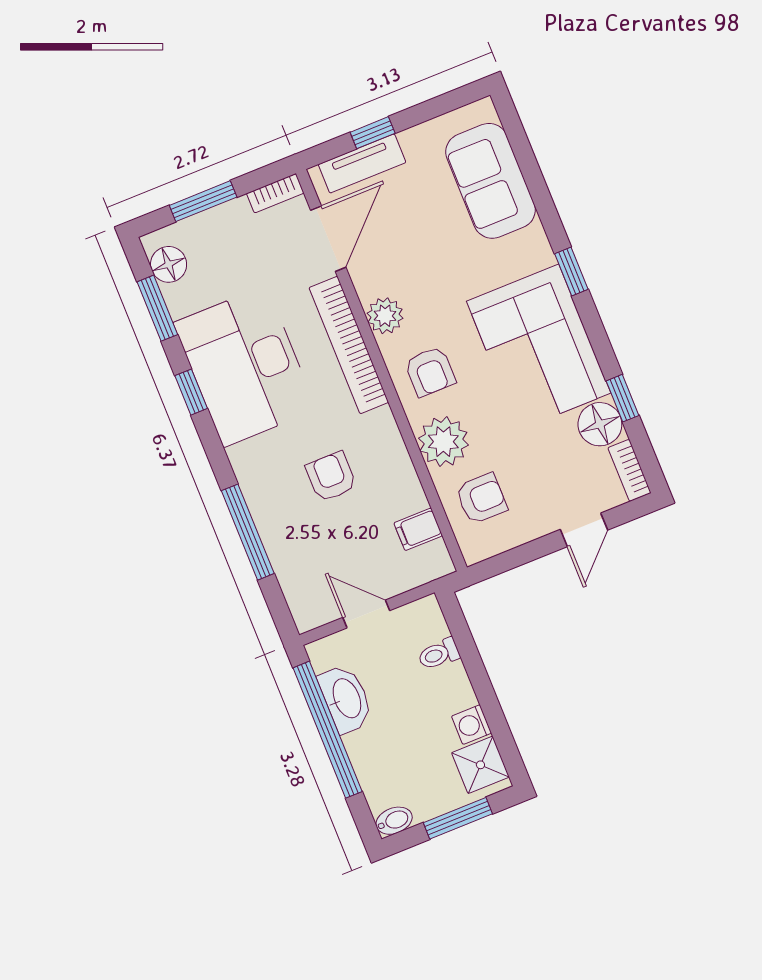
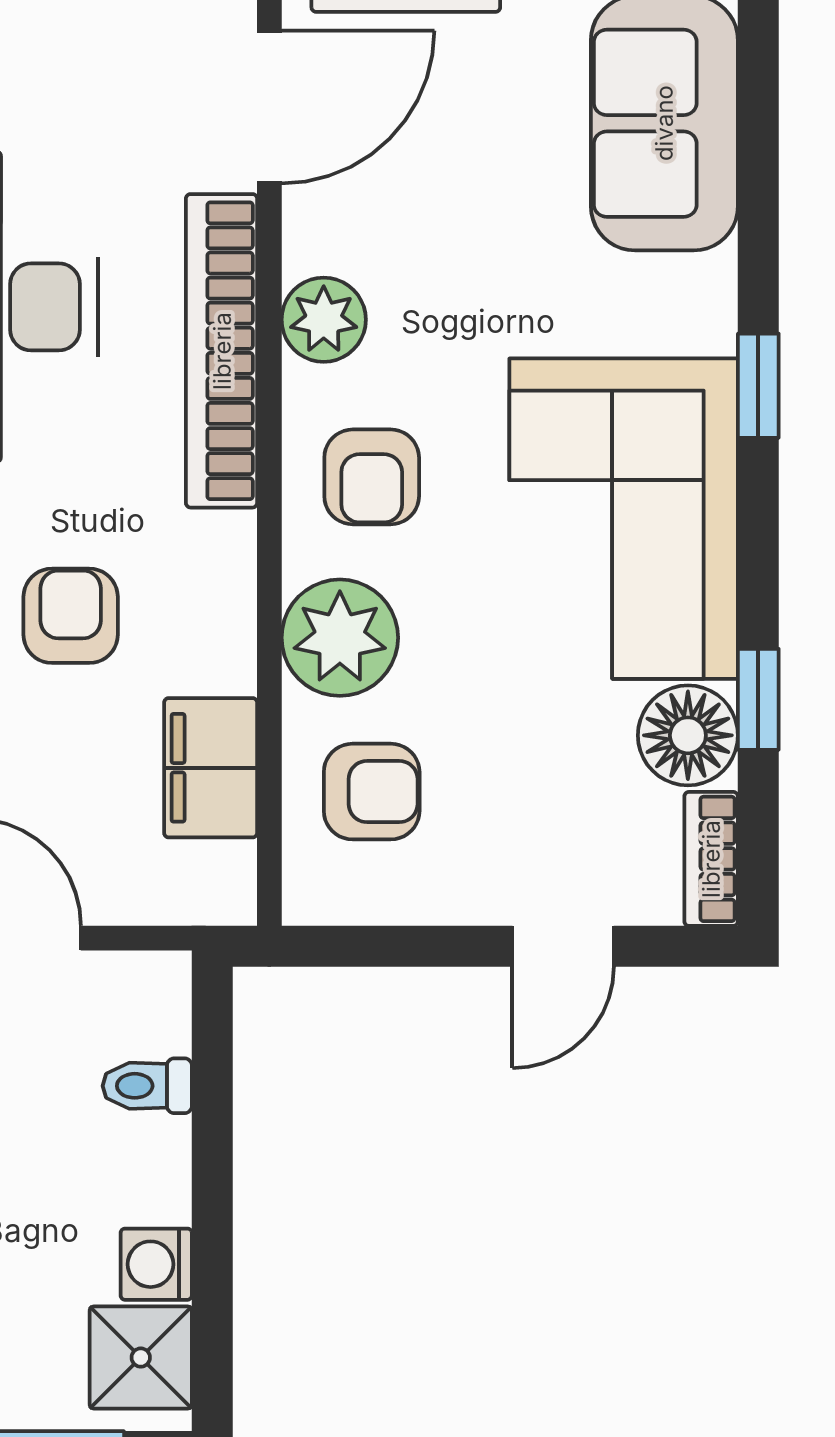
filing cabinet: (418, 529) -> (211, 768), width x2.00

